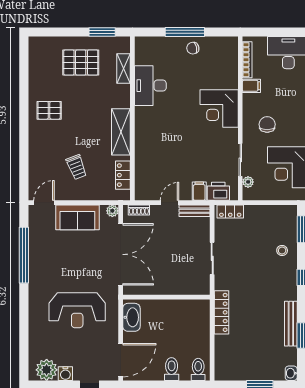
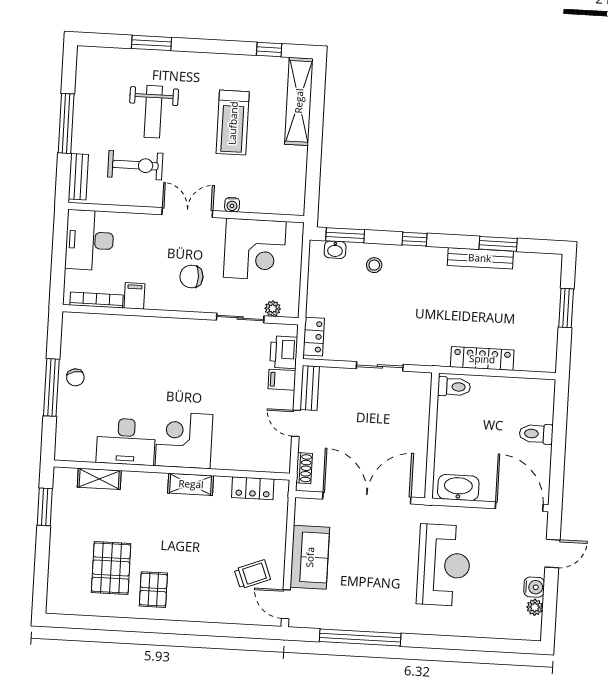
pallet: (81, 62) -> (111, 568), moved
corner desk: (219, 108) -> (184, 440), moved, turned 180
shelving: (121, 132) -> (191, 484), width x0.67, depth x0.75
trolley: (77, 167) -> (252, 574), moved
plant: (112, 211) -> (303, 506), removed
locker: (222, 312) -> (482, 359), moved
toilet: (198, 369) -> (454, 387), moved, turned 180
plant: (47, 370) -> (535, 607), width x0.53, depth x0.53
washbasin: (291, 373) -> (335, 250), moved

